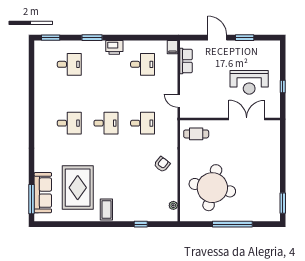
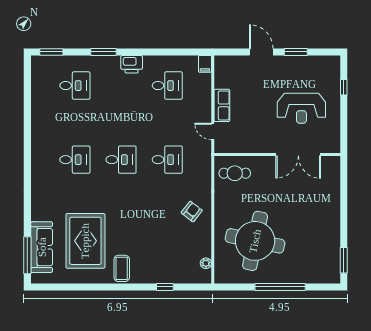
row of seats: (186, 61) -> (222, 105), moved
window: (283, 86) -> (344, 87), moved
double door: (247, 119) -> (298, 155), swing flipped

